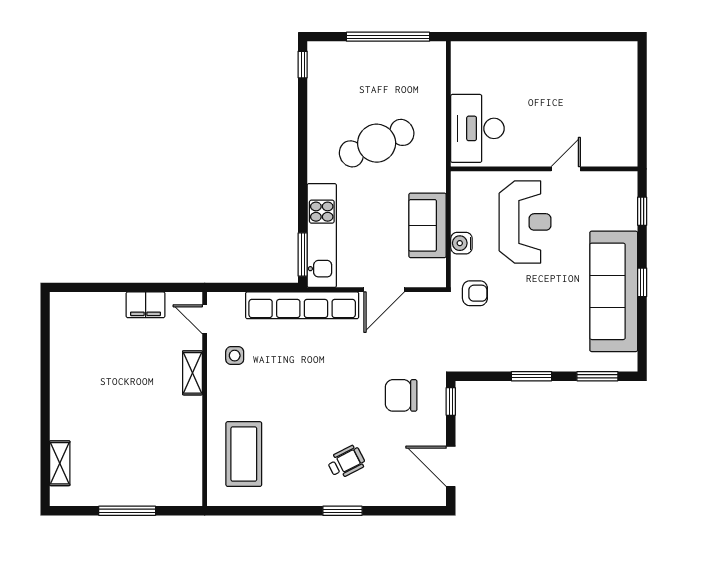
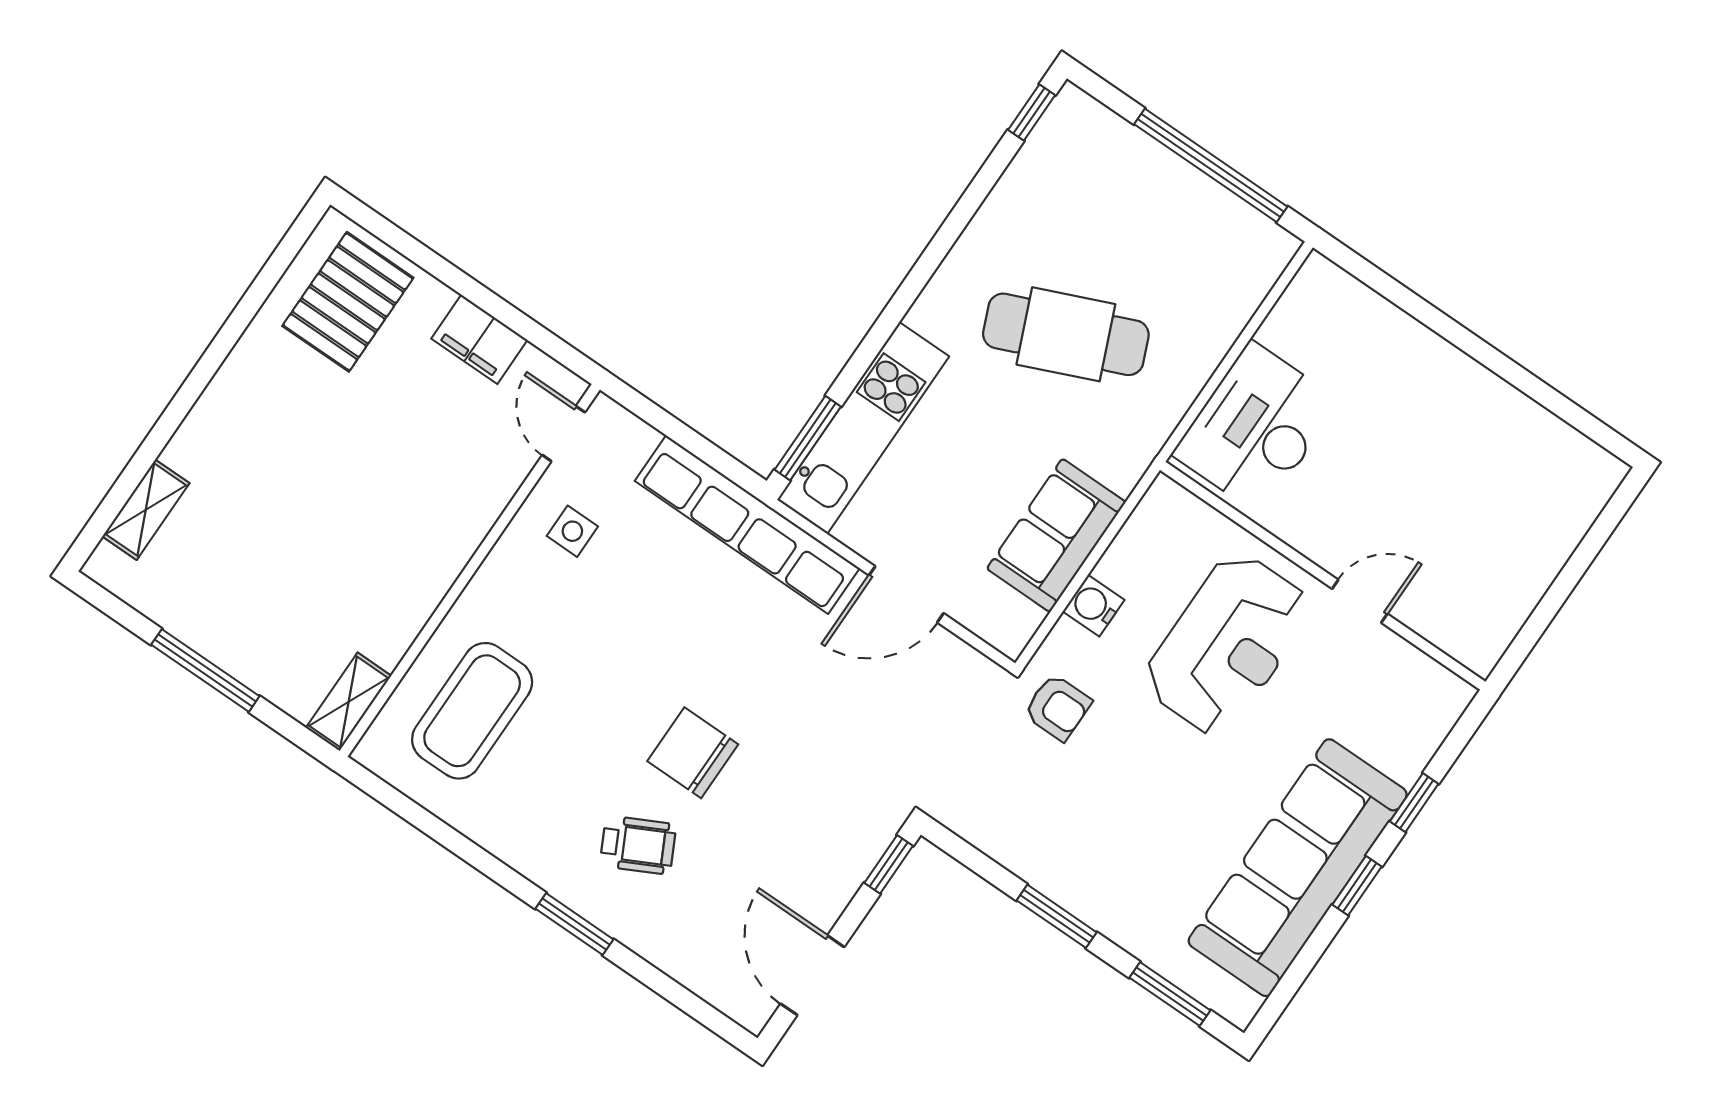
window: (642, 211) -> (1414, 803), moved
pallet: (83, 326) -> (348, 302), added
shelving: (192, 373) -> (349, 702), moved
chair: (401, 395) -> (693, 753), moved

